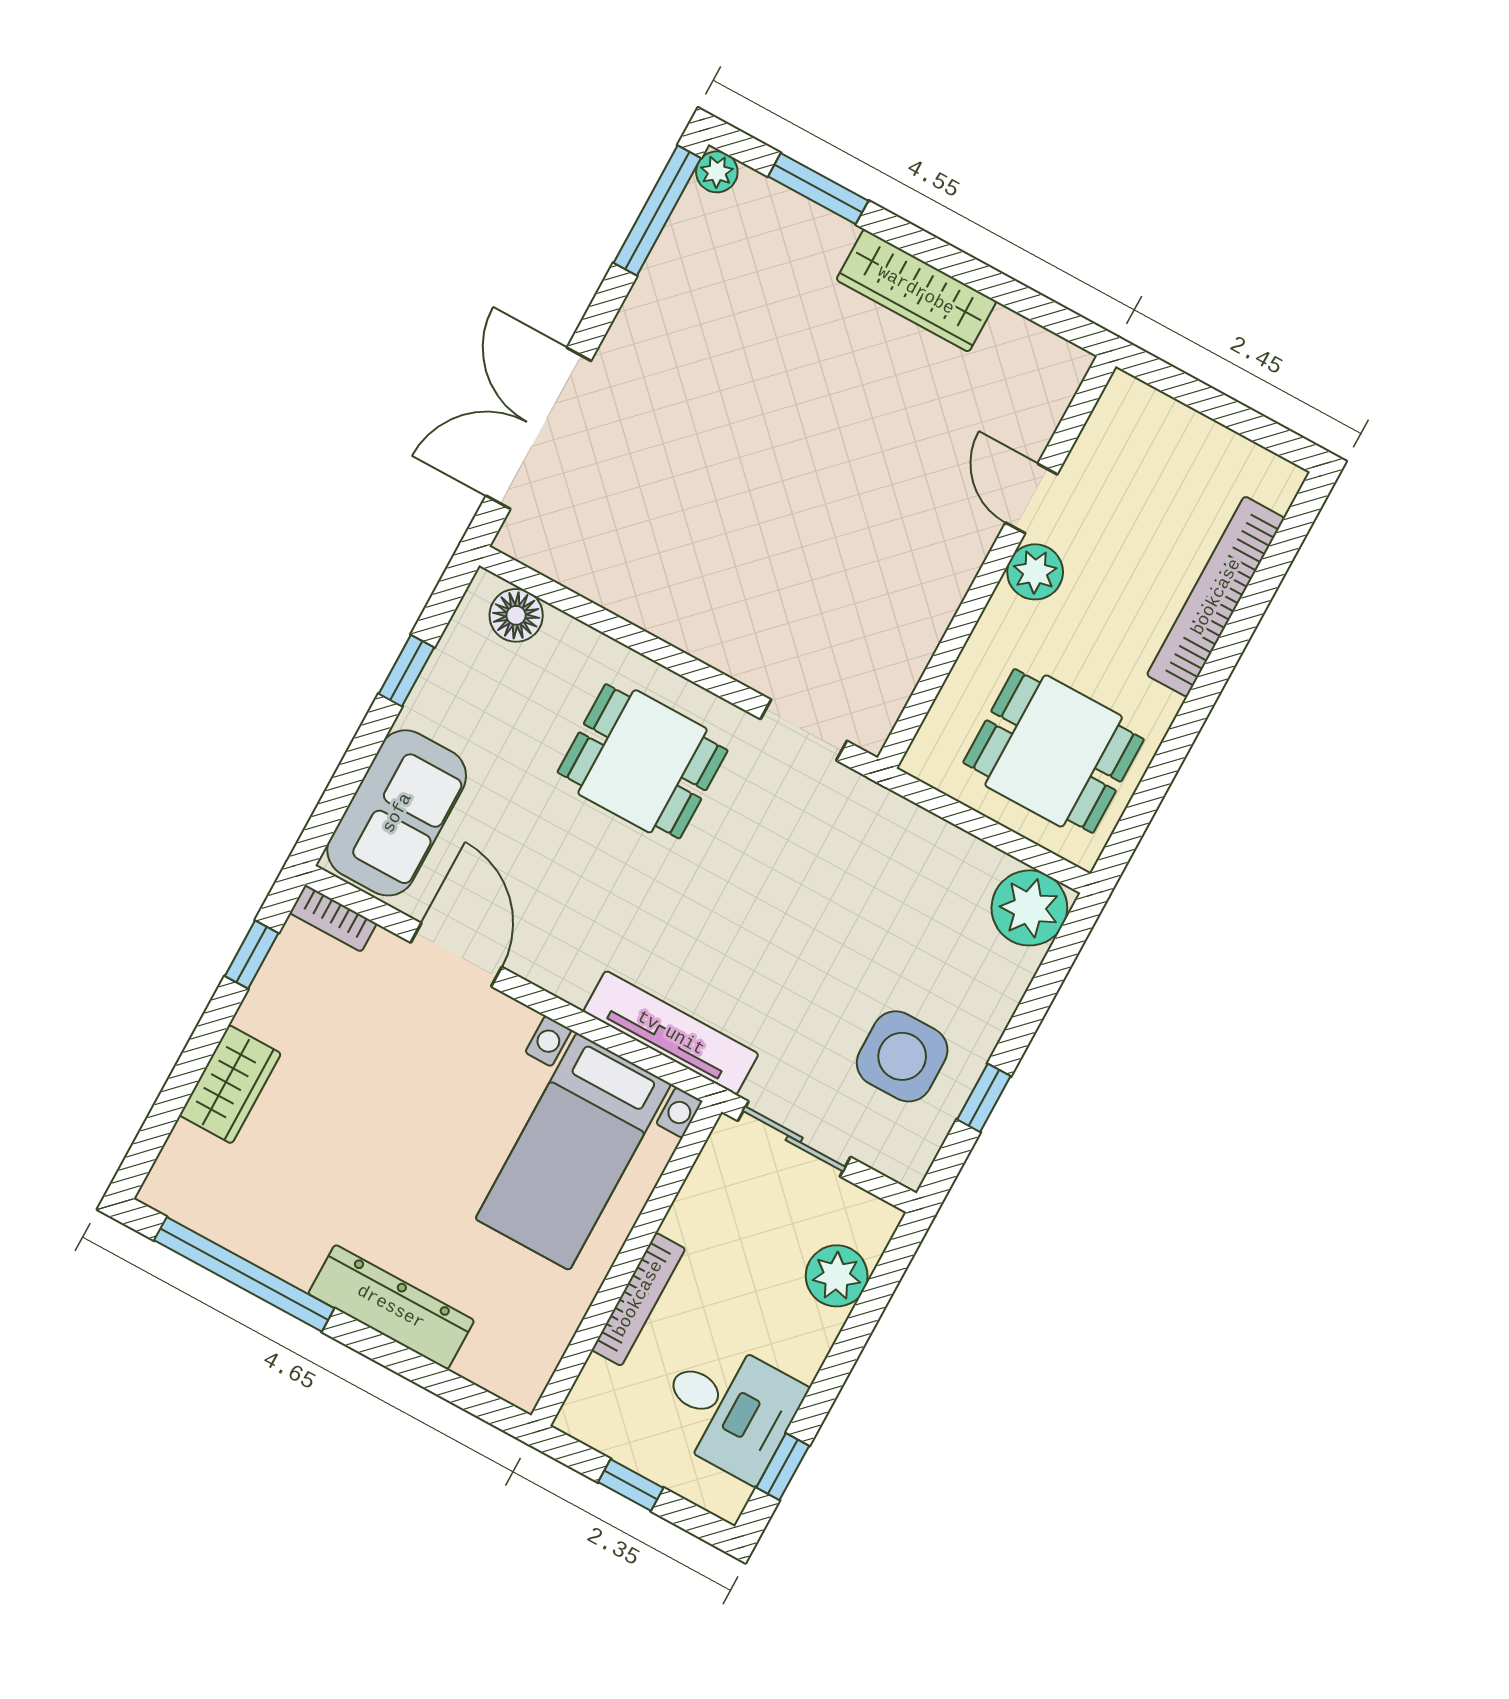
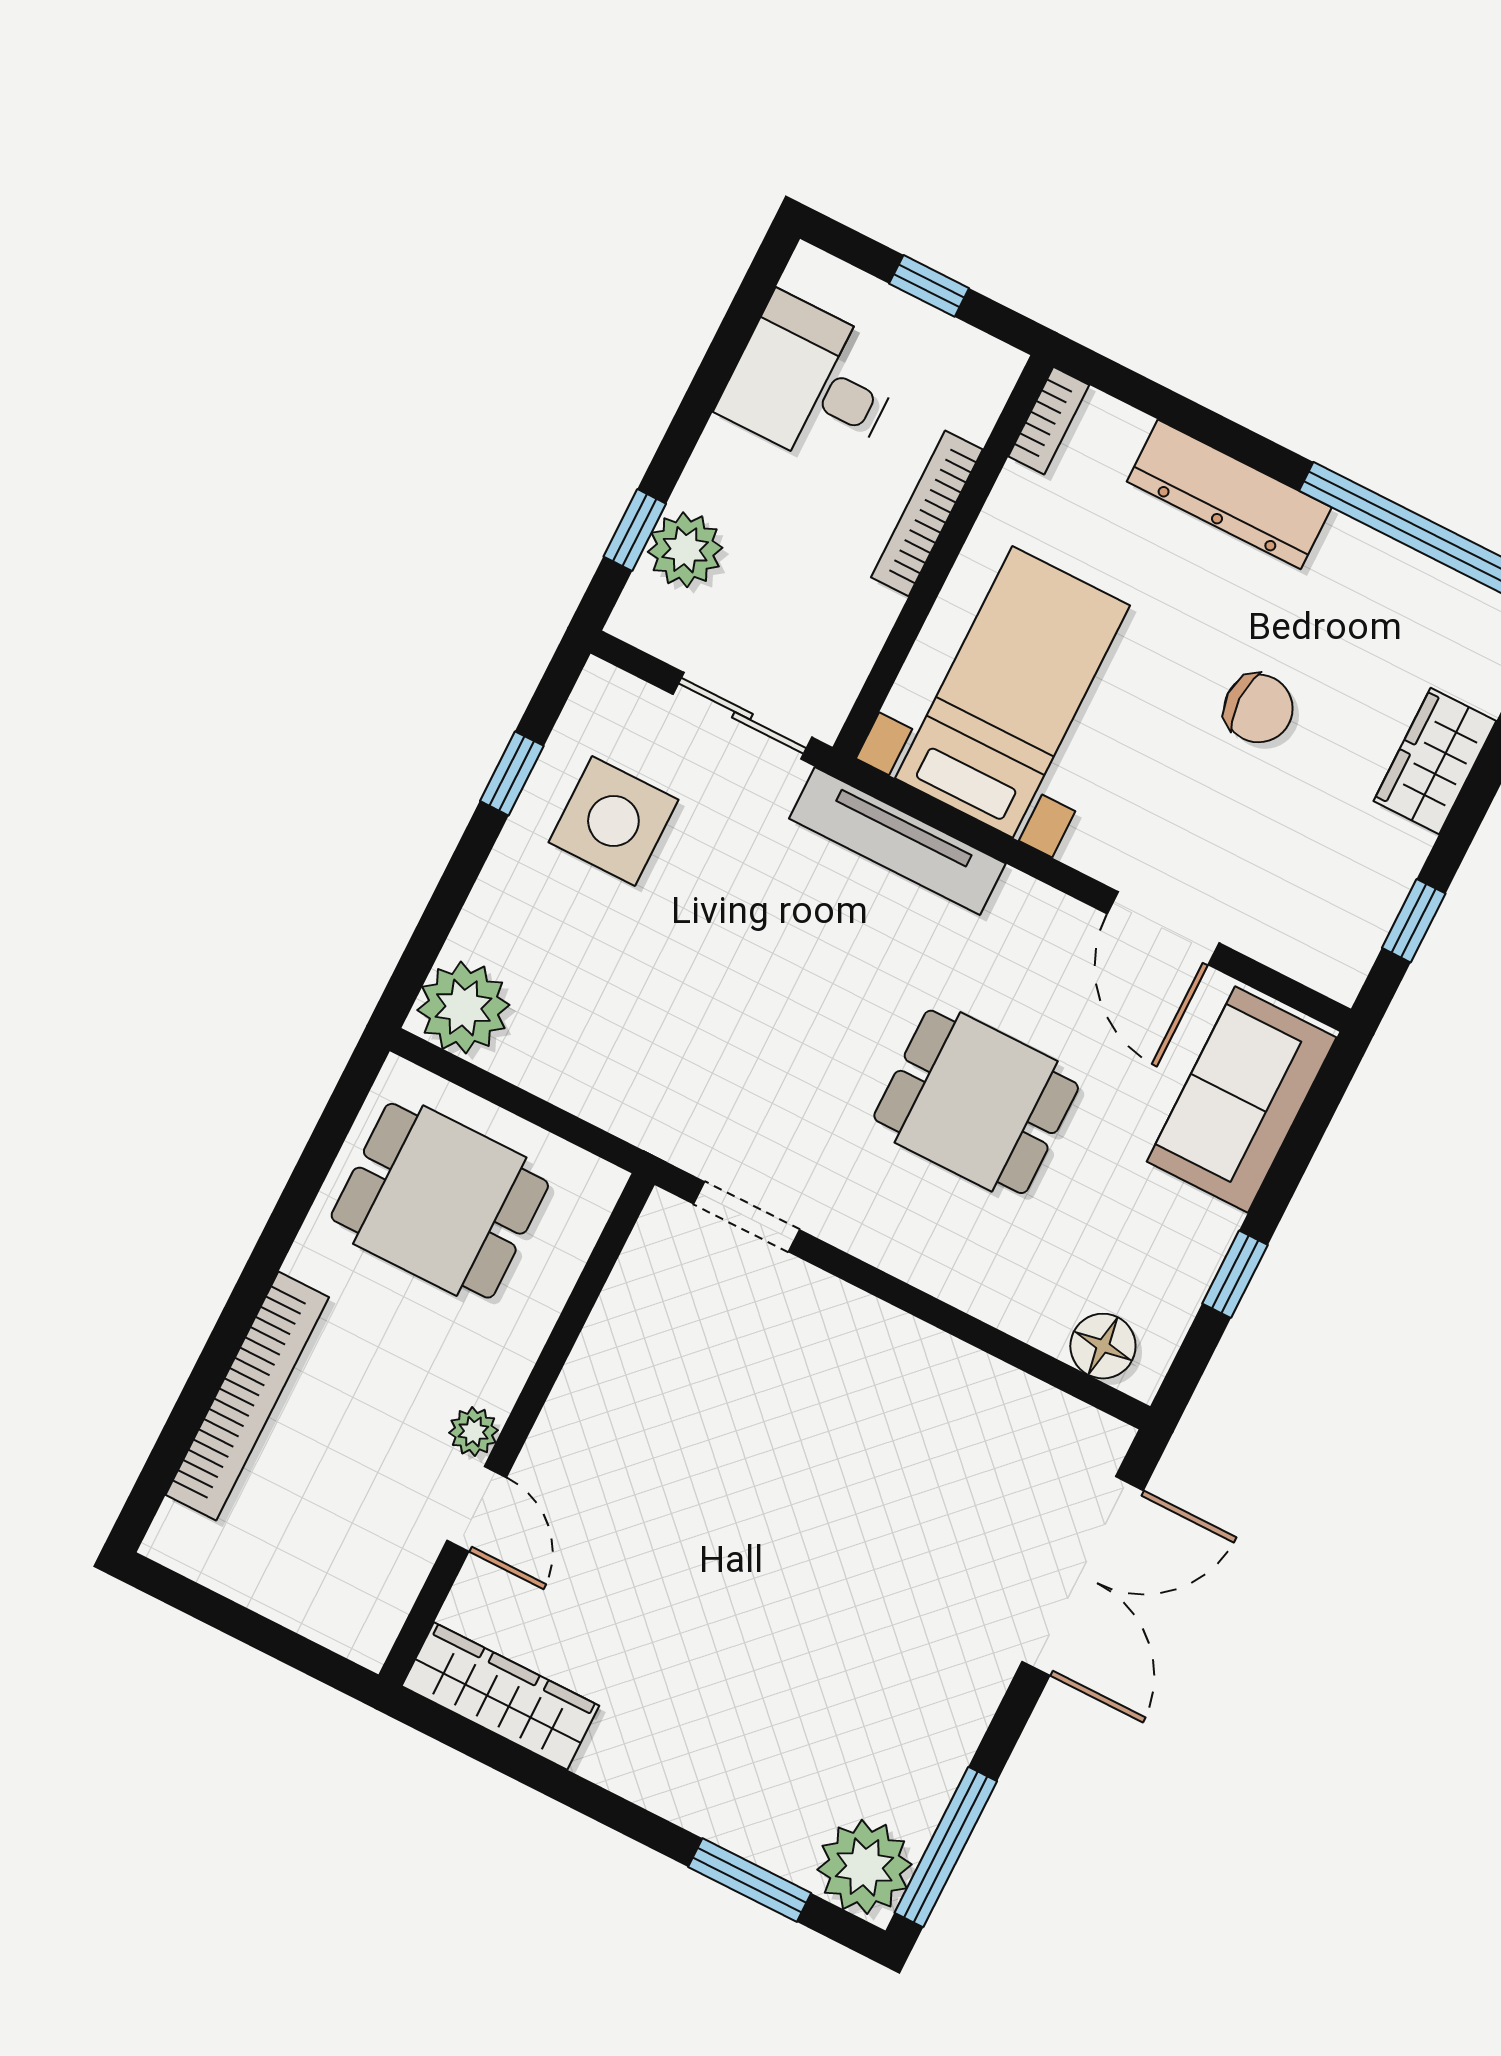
plant: (717, 172) -> (865, 1867), width x1.88, depth x1.88
wardrobe: (916, 290) -> (500, 1696), moved
plant: (1035, 572) -> (473, 1432), width x0.73, depth x0.73
dining table: (643, 761) -> (976, 1102), moved
bookcase: (333, 918) -> (1049, 421), moved, turned 90
chair: (373, 1132) -> (1258, 708), added
window: (783, 1467) -> (635, 530), moved

